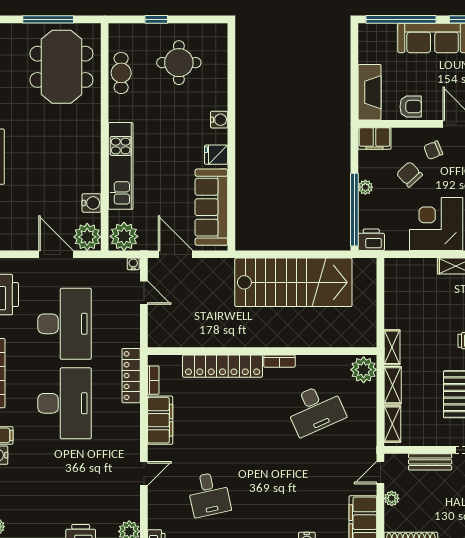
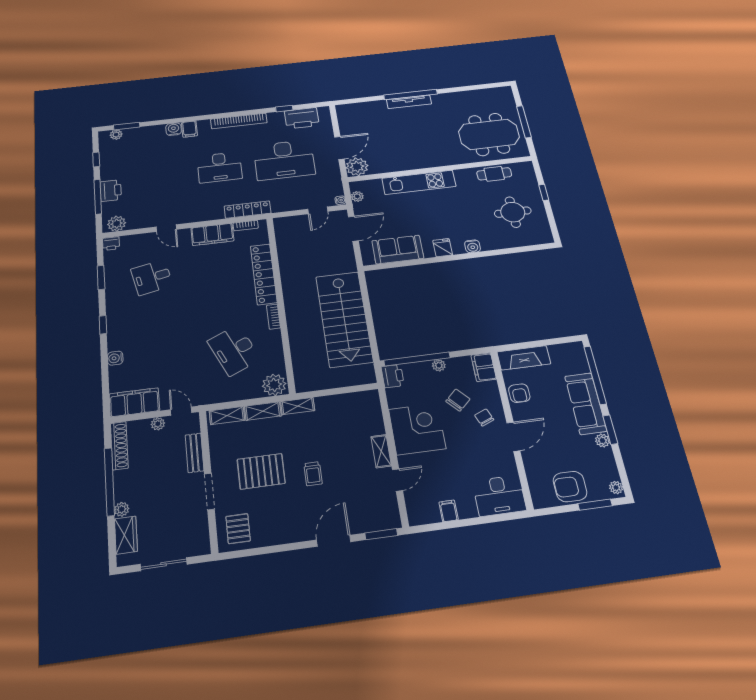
water cooler: (92, 203) -> (385, 166), removed
sofa: (211, 207) -> (398, 250), width x0.73
plant: (124, 236) -> (357, 196), width x0.53, depth x0.53
desk: (65, 403) -> (220, 167), width x0.73, depth x0.77

